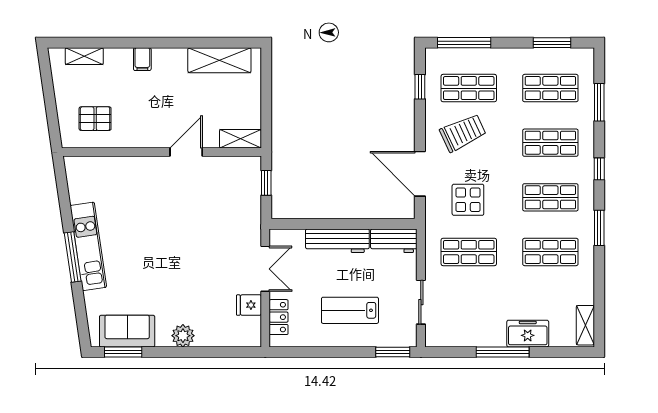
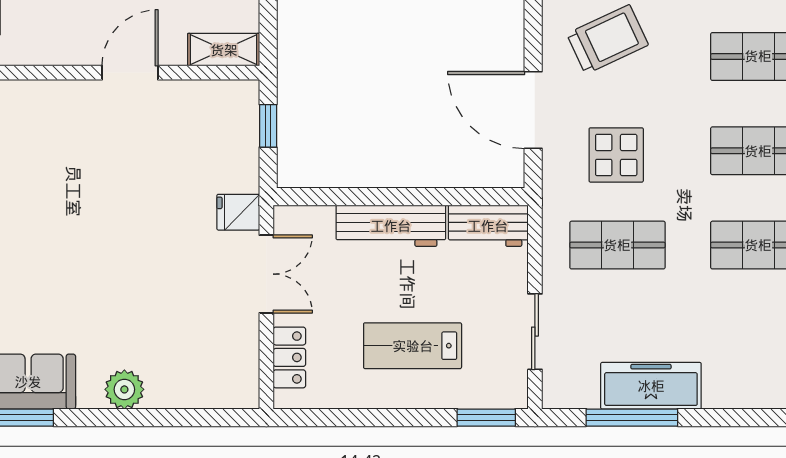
fridge: (249, 305) -> (238, 212), moved
freezer: (528, 334) -> (651, 386), moved, width x1.40
window: (503, 352) -> (632, 418), moved

